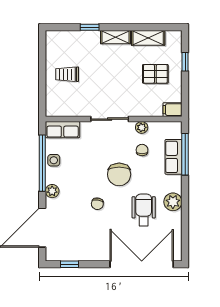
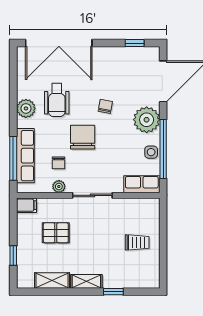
pallet: (155, 74) -> (56, 233), moved
row of seats: (174, 157) -> (25, 156), width x1.48
plant: (52, 191) -> (147, 120), width x1.87, depth x1.87

